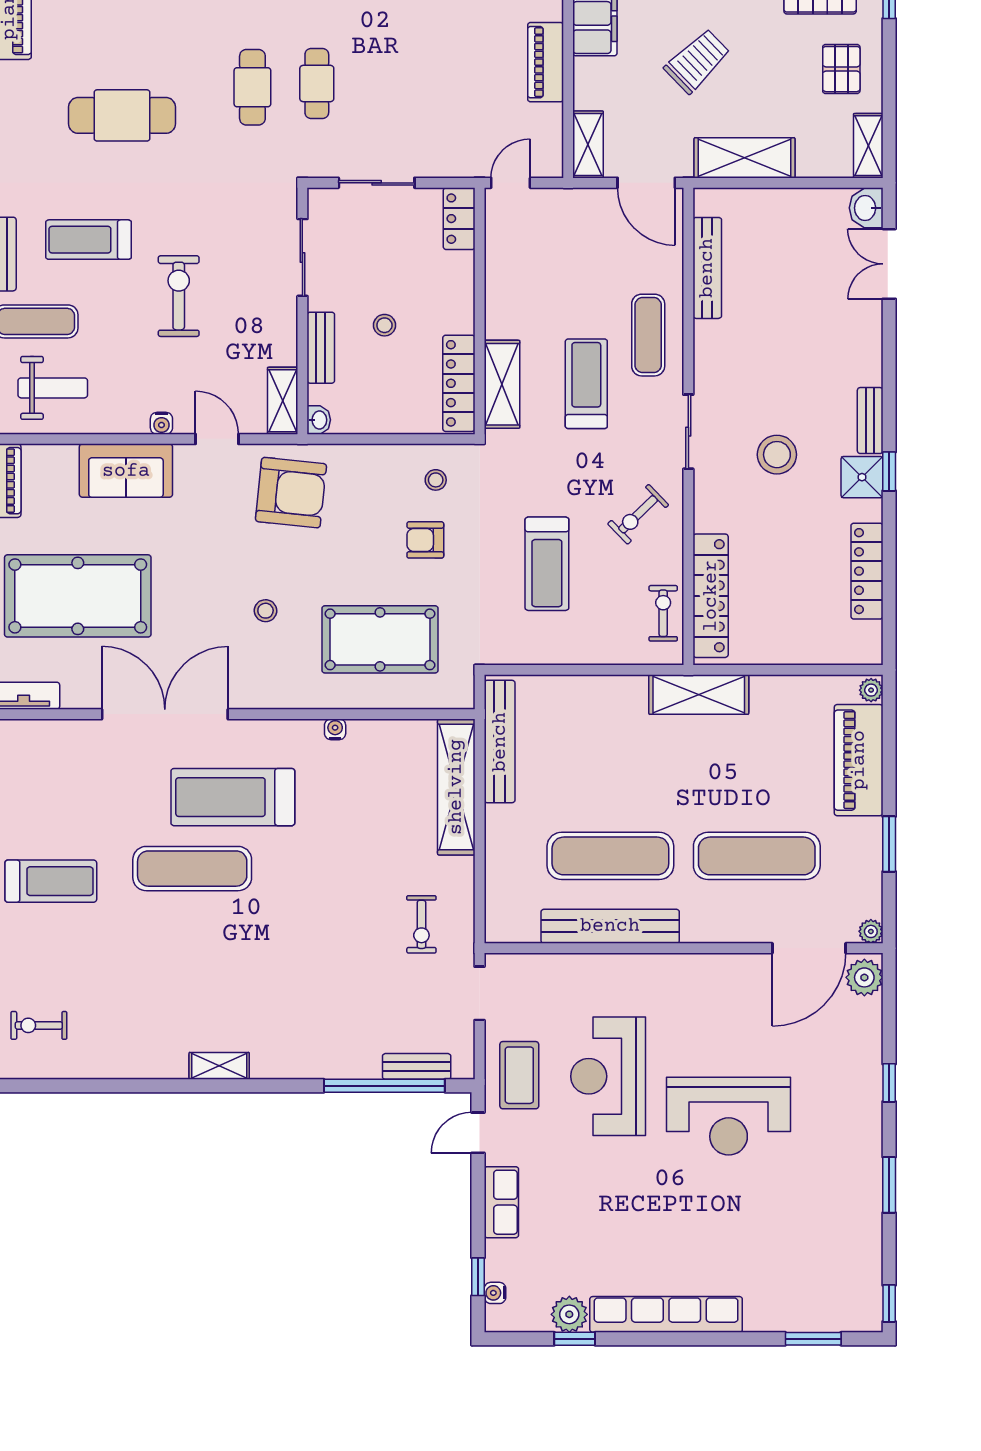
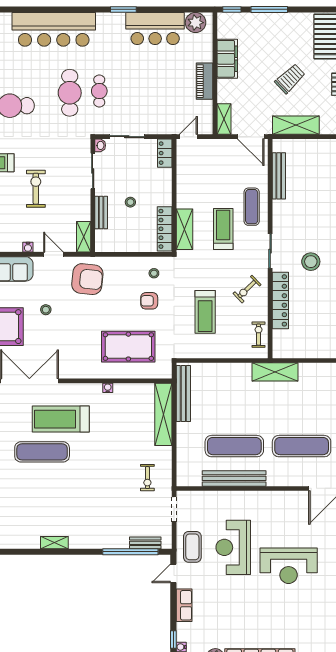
trolley: (697, 61) -> (290, 79), moved
cafe table: (252, 87) -> (70, 93), width x1.37, depth x1.35
washbasin: (319, 420) -> (100, 145), moved
locker: (711, 596) -> (280, 300), moved
stool: (265, 611) -> (46, 310), moved

